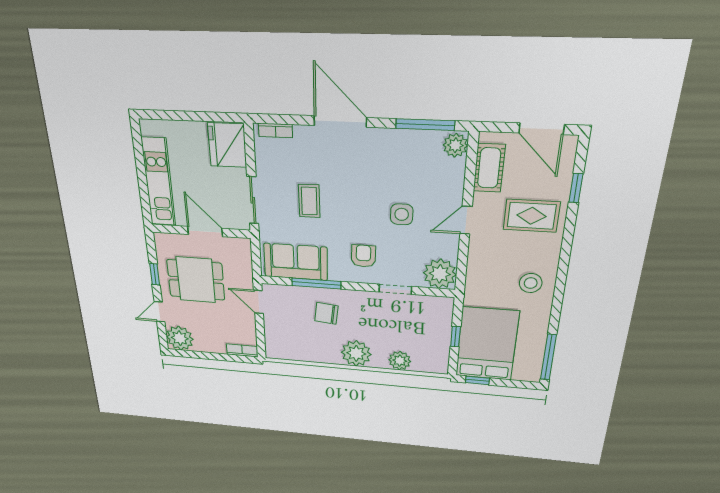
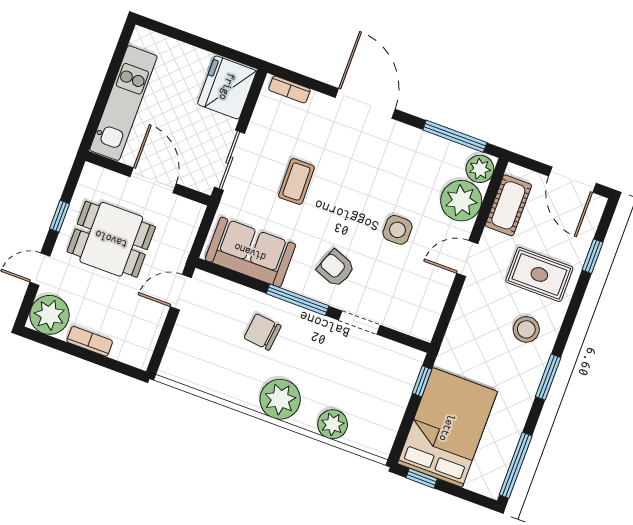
armchair: (363, 256) -> (336, 268), turned -69
plant: (440, 274) -> (461, 201), moved
stool: (531, 283) -> (526, 329), moved
window: (316, 284) -> (298, 300), moved
window: (559, 291) -> (548, 377), added
door: (258, 302) -> (181, 292), hinge flipped
window: (456, 337) -> (422, 381), moved
bookcase: (242, 350) -> (90, 341), moved

